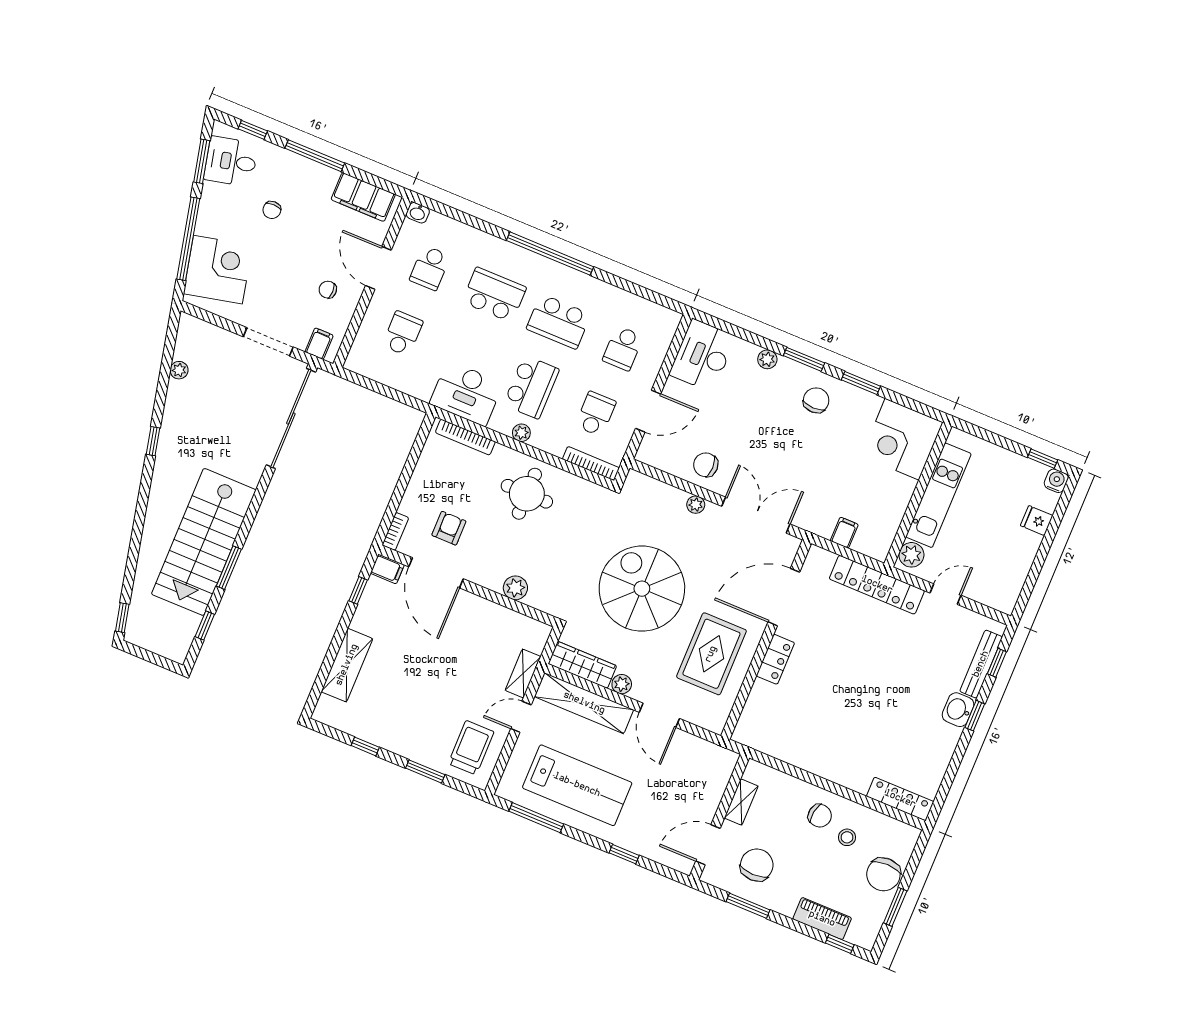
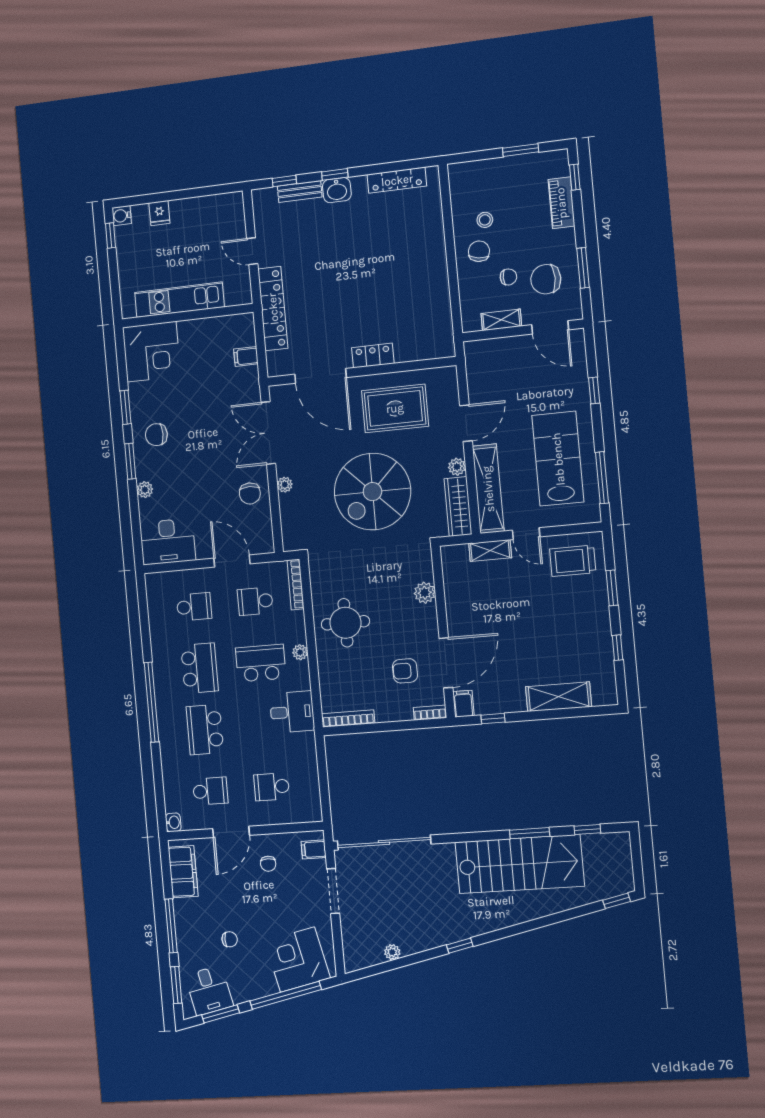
window: (253, 130) -> (176, 985), width x1.50
desk: (466, 393) -> (292, 712), width x0.73
bookcase: (465, 437) -> (348, 719), moved, turned -90
plant: (911, 555) -> (236, 295), removed
bench: (981, 664) -> (300, 192), width x0.73
locker: (900, 799) -> (397, 180), moved, turned -90
chair: (883, 874) -> (508, 277), moved, width x0.54, depth x0.54

